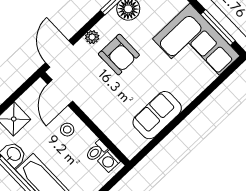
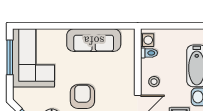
sofa: (157, 115) -> (94, 40), width x1.36

